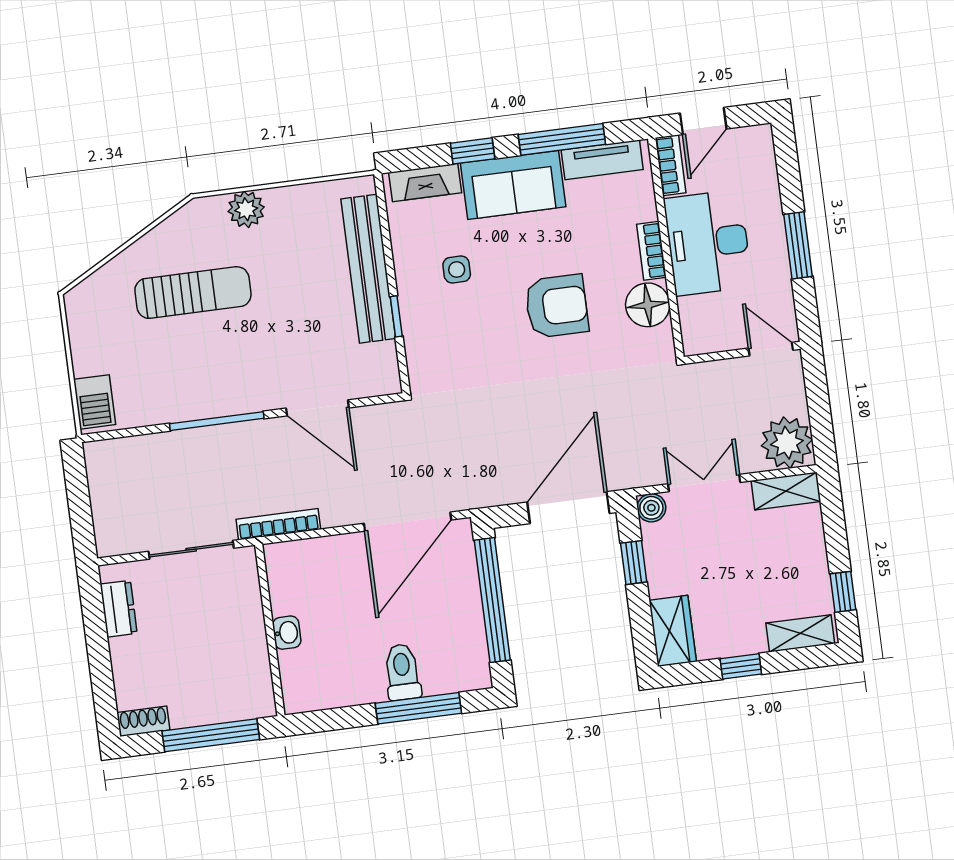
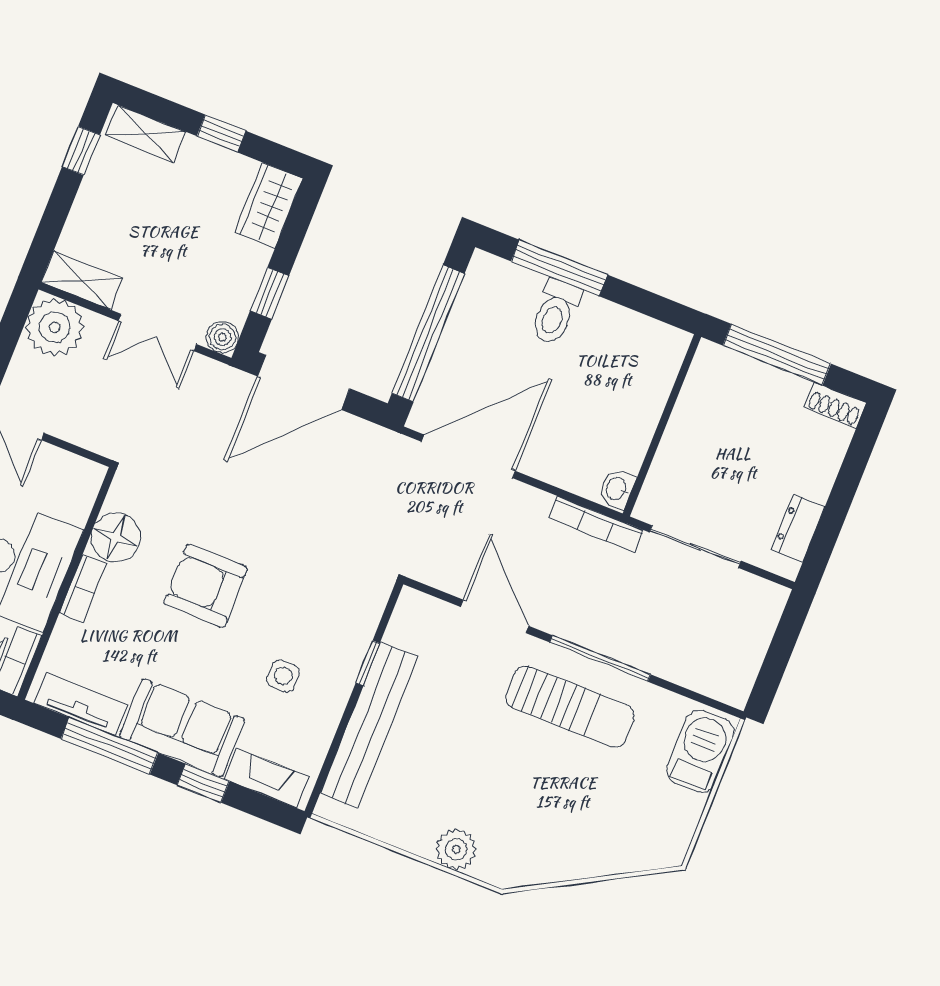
sun lounger: (193, 293) -> (570, 707), moved, turned 180
barbecue: (95, 402) -> (700, 751), width x1.38, depth x1.27
washbasin: (287, 633) -> (617, 489), moved

